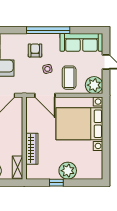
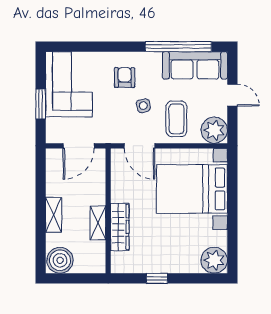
window: (48, 30) -> (178, 47), moved
shelving: (18, 167) -> (98, 223), moved
plant: (68, 171) -> (214, 260), moved

